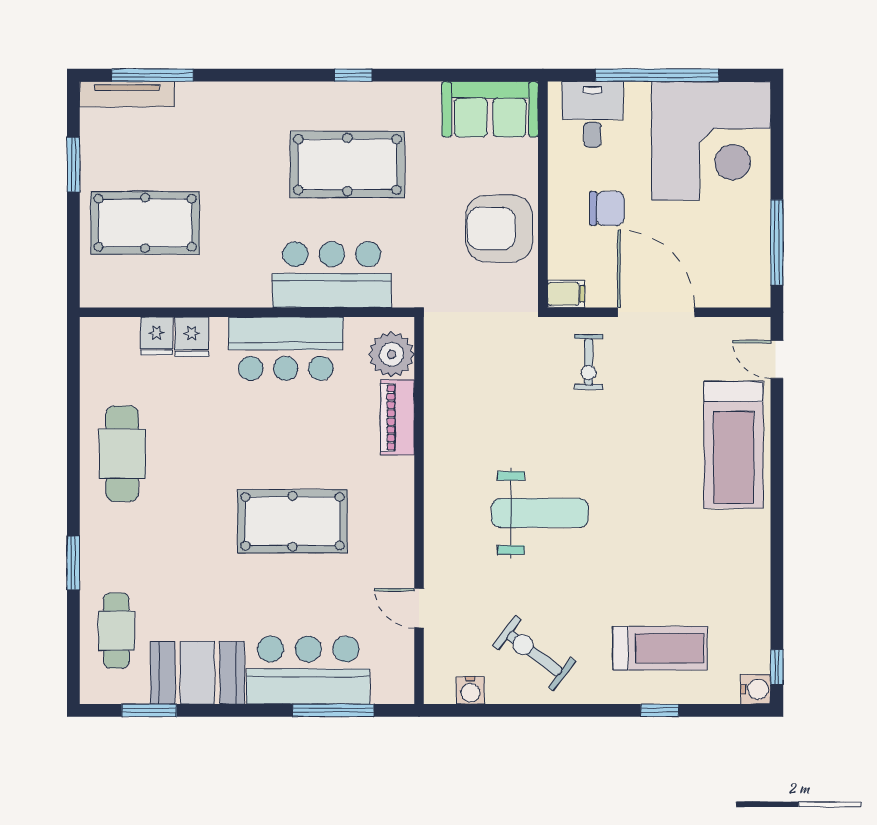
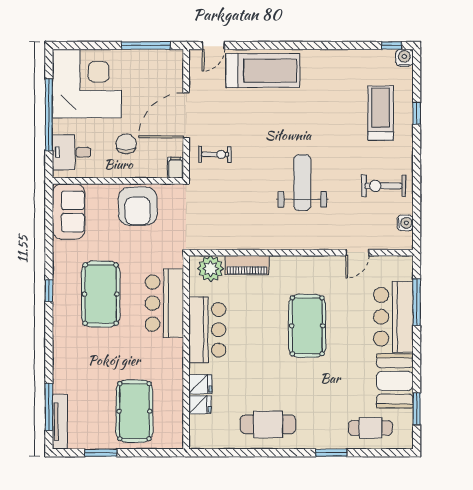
exercise bike: (534, 653) -> (384, 186), turned 53

